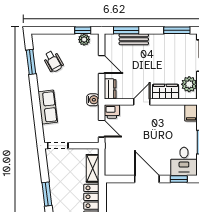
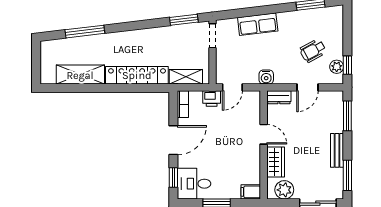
bench: (134, 39) -> (337, 150), moved
wheelchair: (53, 61) -> (313, 51), moved
printer: (112, 111) -> (212, 98), moved, turned -90
bookcase: (116, 171) -> (183, 104), added
window: (47, 194) -> (184, 20), moved

